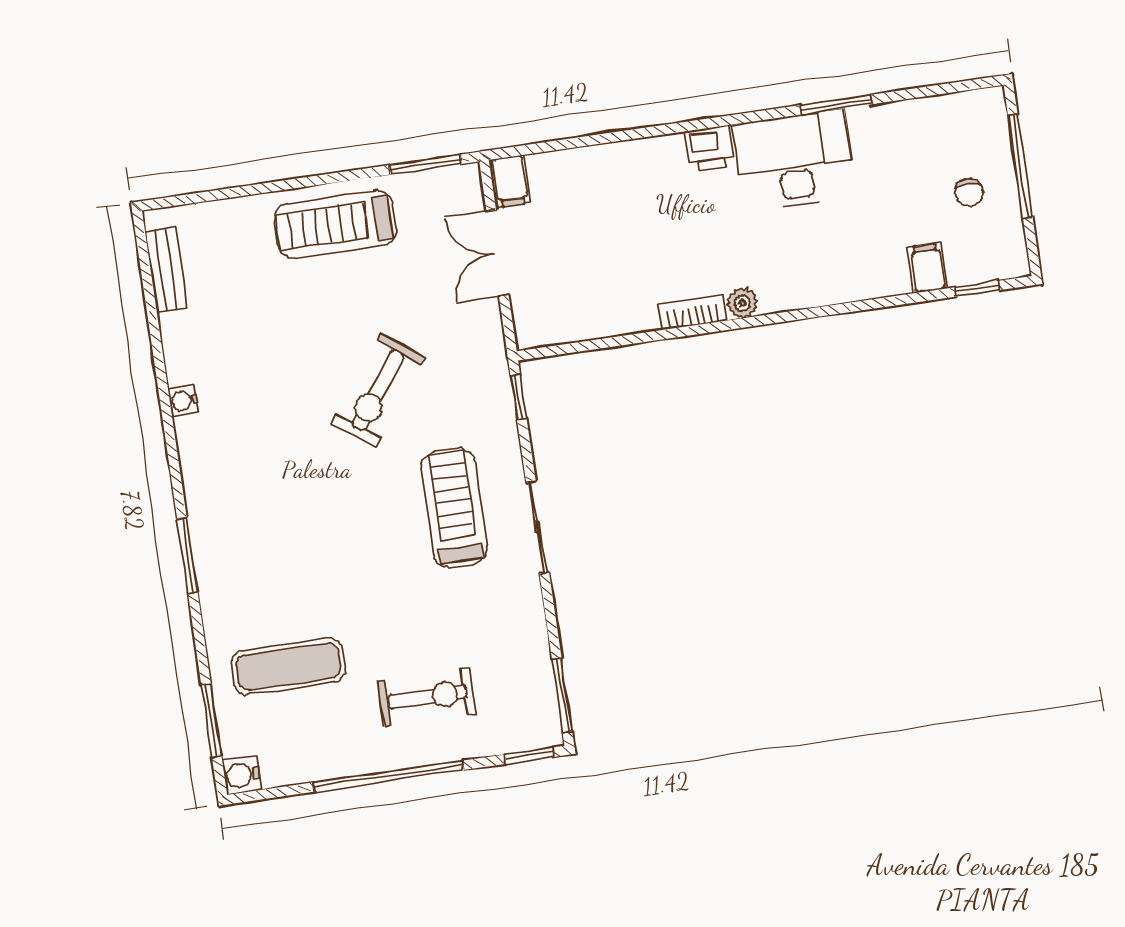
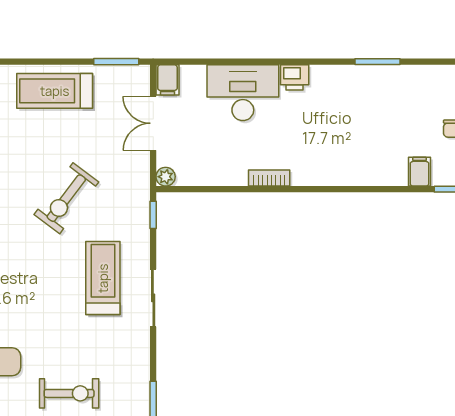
desk: (794, 160) -> (243, 93), moved
plant: (743, 303) -> (166, 177), moved

